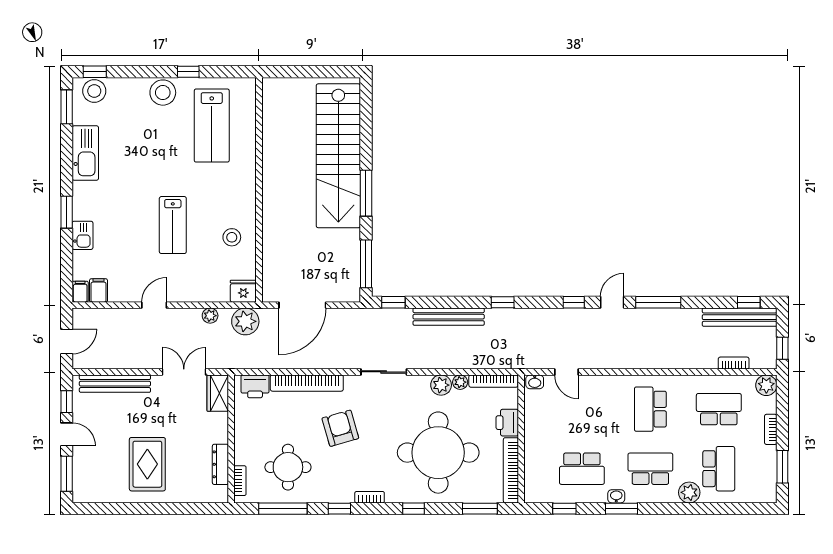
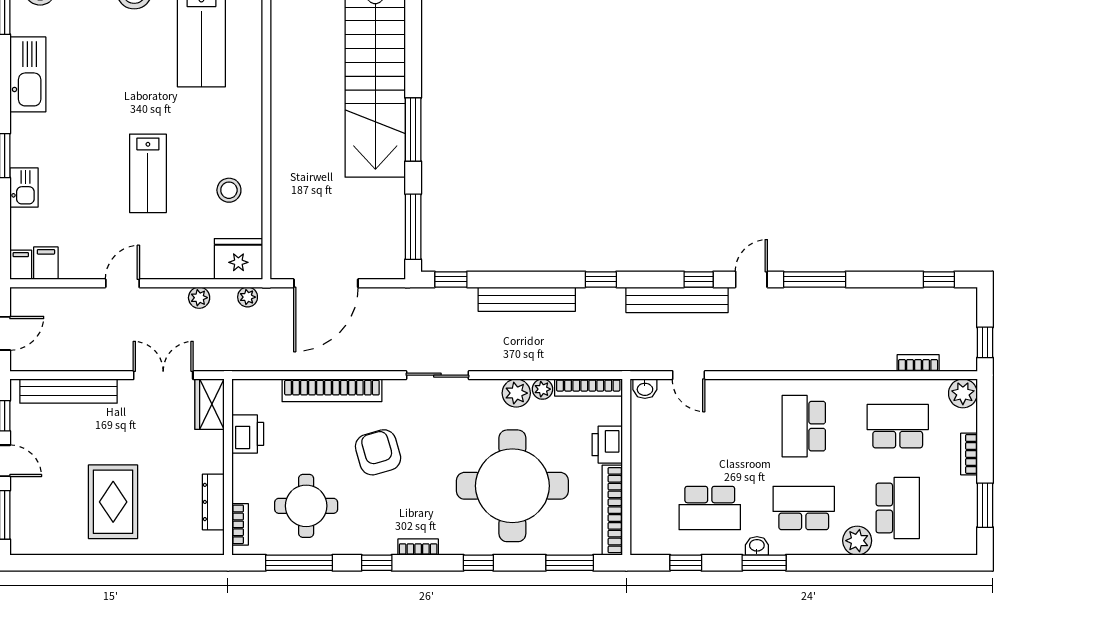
fridge: (243, 291) -> (238, 259), width x1.36, depth x1.34
bench: (740, 317) -> (677, 300), moved
plant: (245, 321) -> (248, 297), width x0.53, depth x0.53
printer: (255, 386) -> (248, 434), moved, turned -90

